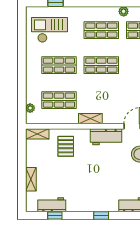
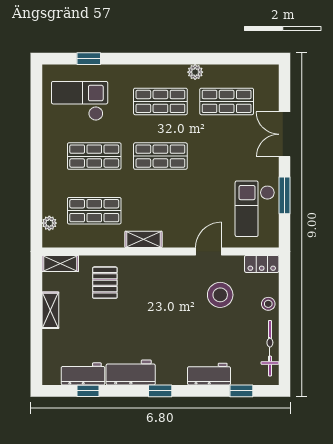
workbench: (106, 137) -> (131, 372), moved, turned 180
shelving: (31, 179) -> (50, 310), moved

